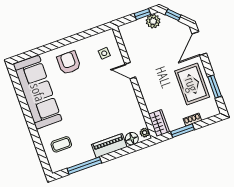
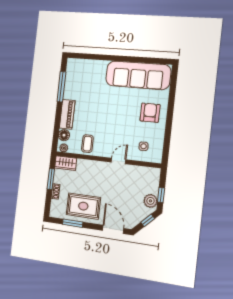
armchair: (69, 63) -> (150, 113), turned -90
coffee table: (61, 144) -> (87, 144), moved

